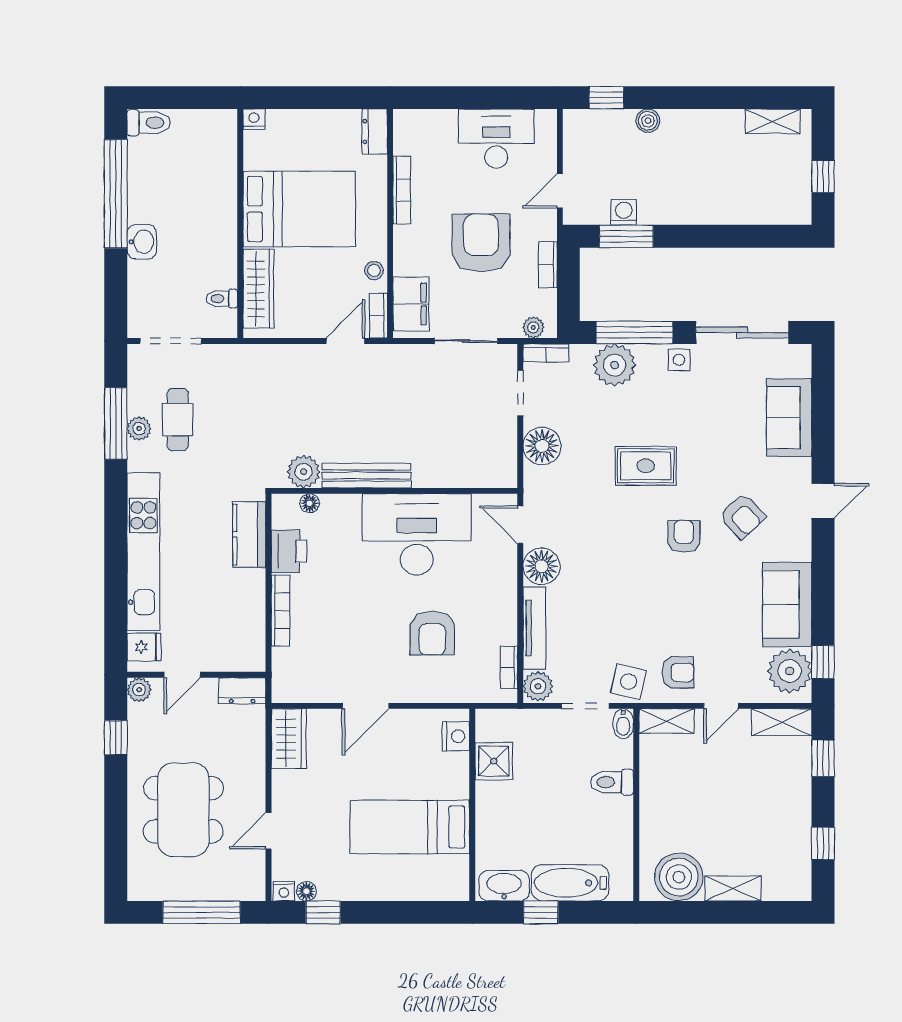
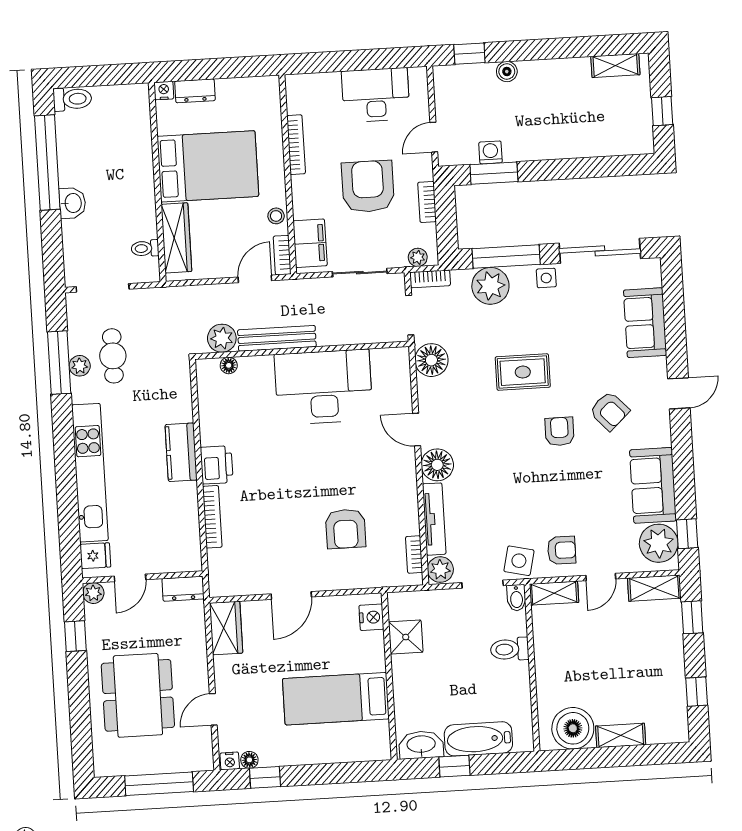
dresser: (375, 132) -> (195, 91), moved, turned -90
plant: (304, 472) -> (222, 338), moved
bench: (367, 476) -> (277, 338), moved
wall: (394, 491) -> (302, 350), moved
floor lamp: (310, 503) -> (229, 365), moved
desk: (417, 534) -> (324, 387), moved

